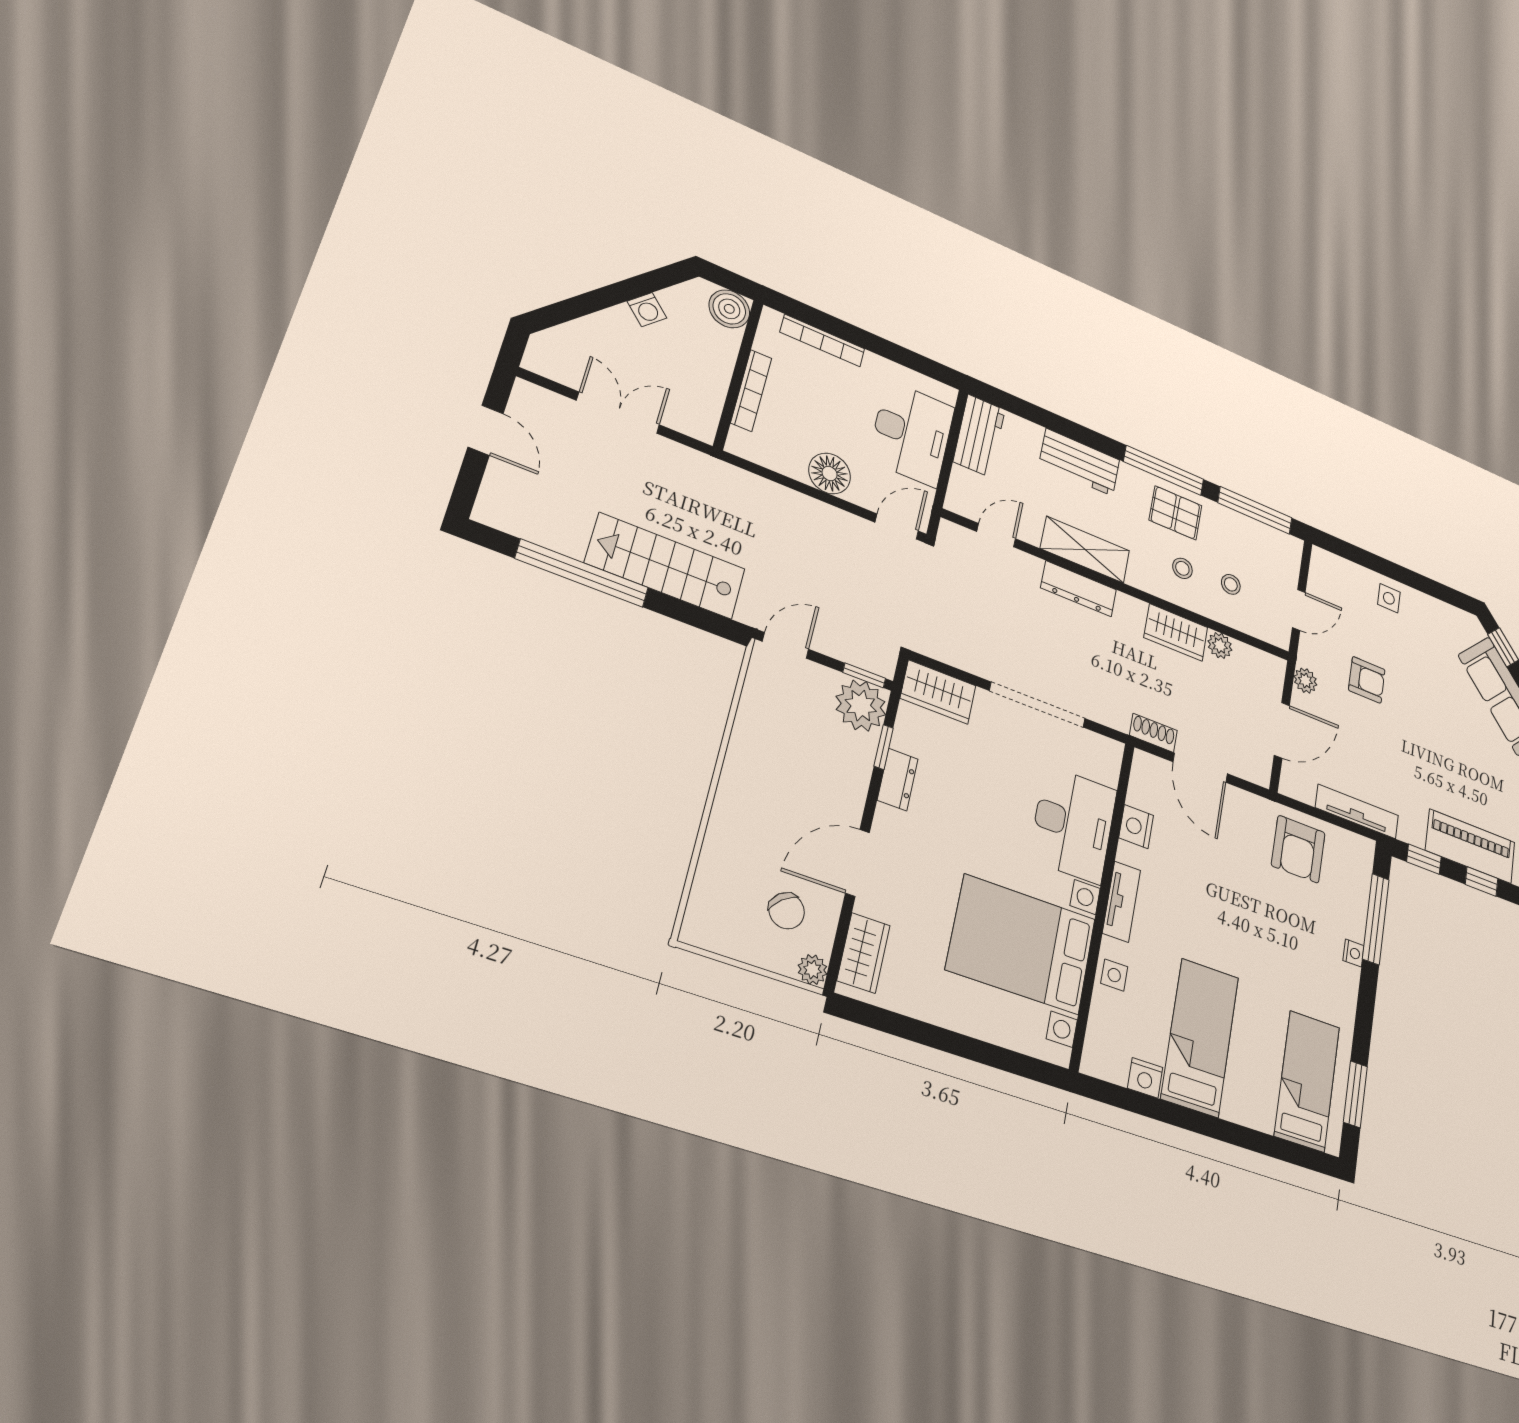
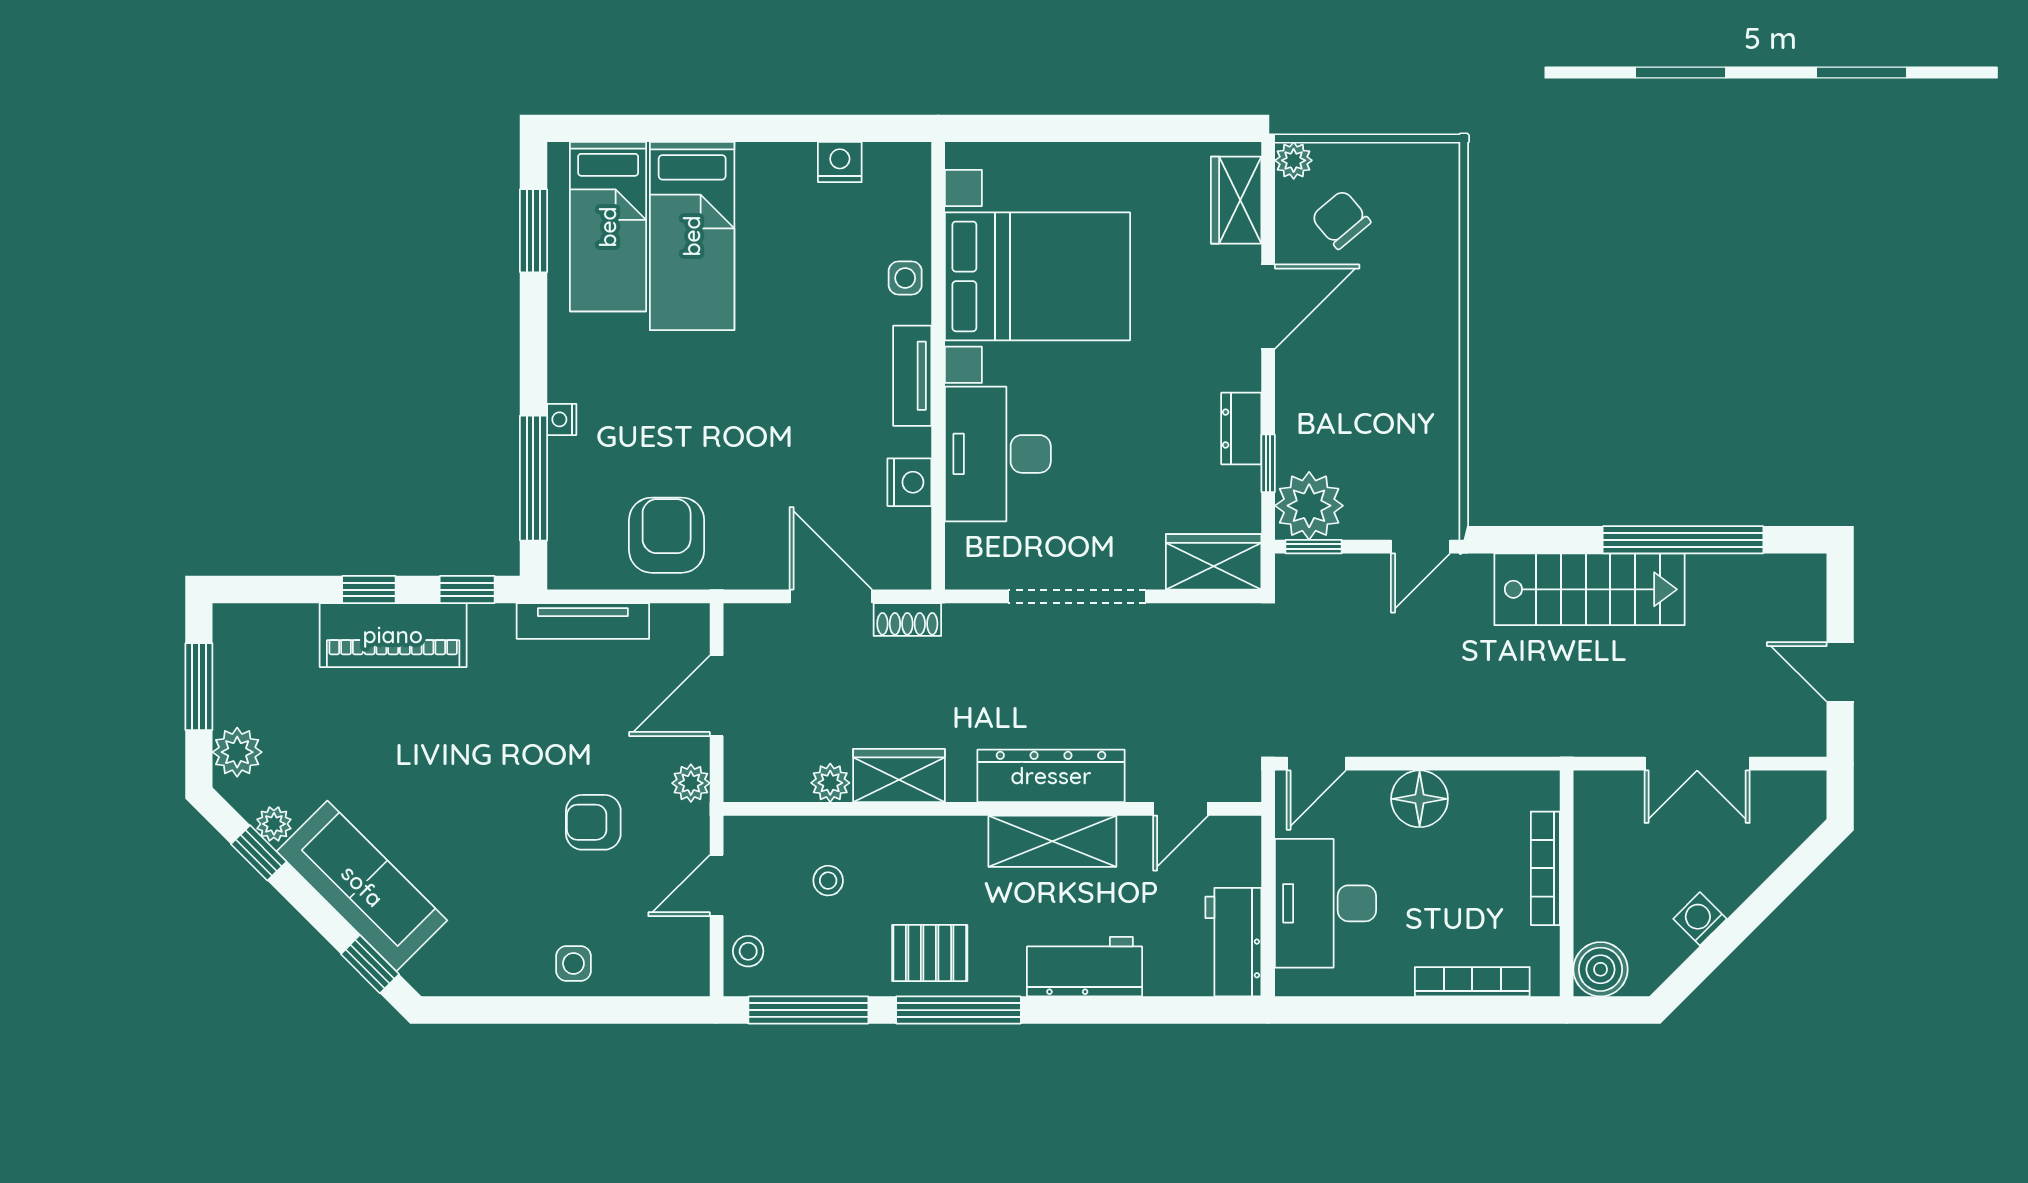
stool: (1182, 568) -> (748, 951), moved
dresser: (1079, 589) -> (1051, 776), width x1.37, depth x1.24
bed: (1200, 1037) -> (692, 236), moved

